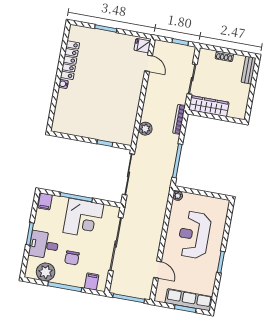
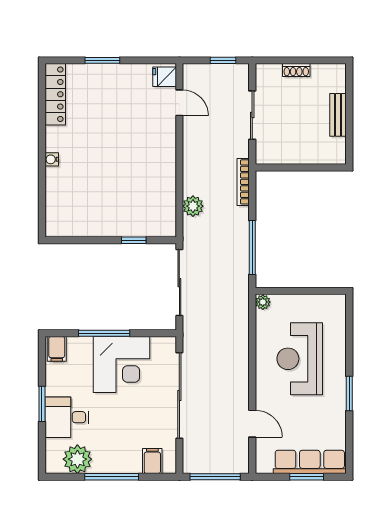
locker: (70, 60) -> (55, 94), moved
bench: (248, 70) -> (338, 115), moved
wardrobe: (209, 106) -> (286, 153), removed
chair: (72, 258) -> (115, 430), removed

